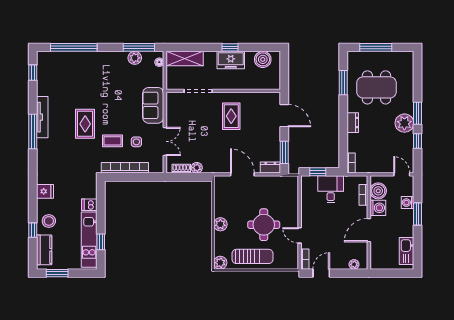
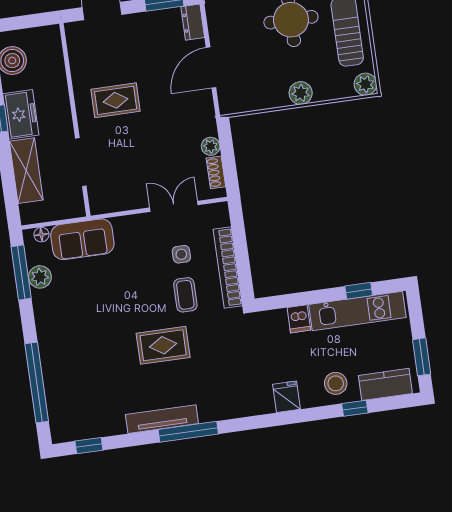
shelving: (185, 59) -> (26, 171), moved
sofa: (153, 105) -> (82, 239), moved

